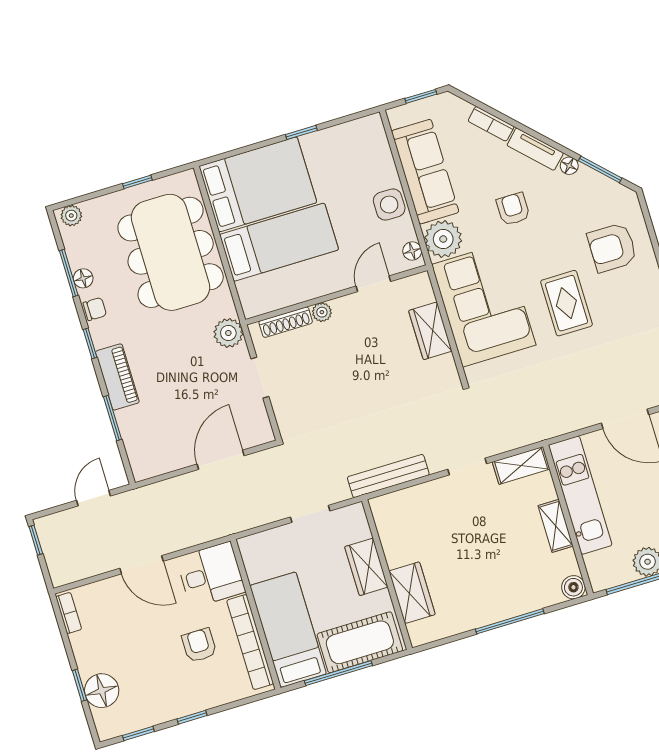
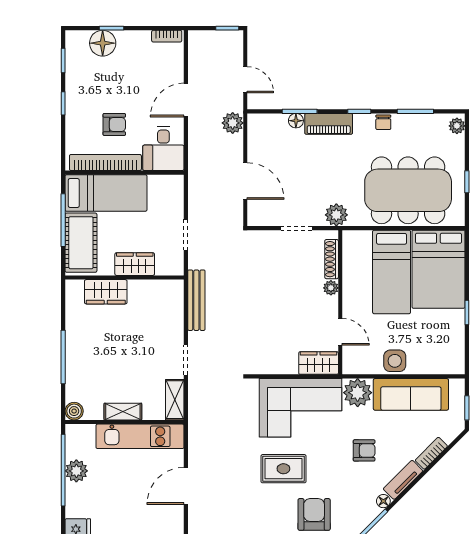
floor lamp: (412, 251) -> (356, 367), removed
floor lamp: (83, 278) -> (296, 121), moved
wardrobe: (430, 331) -> (319, 363), moved
plant: (153, 498) -> (233, 123), added

